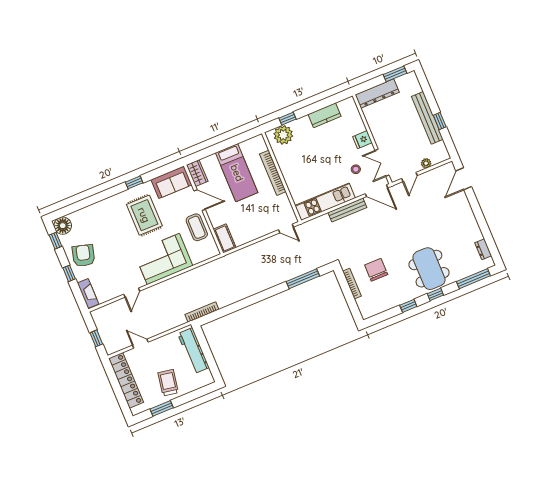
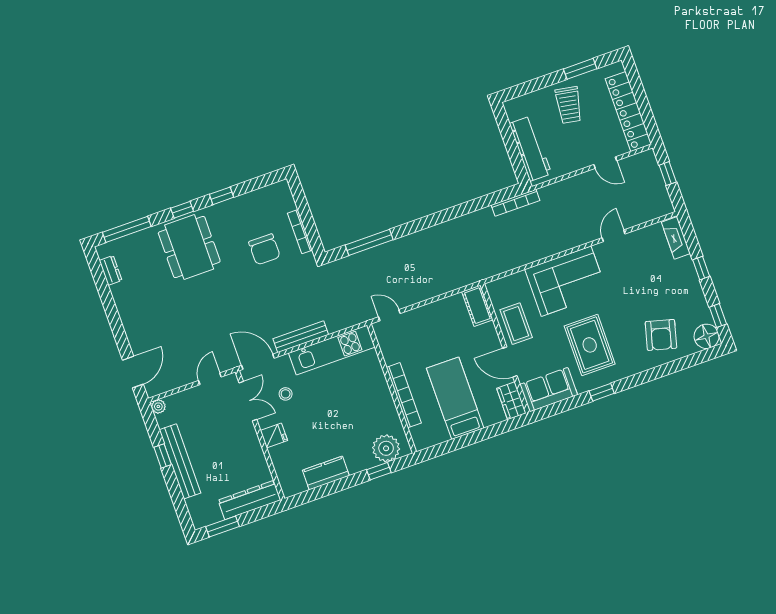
plant: (426, 163) -> (158, 406), moved
armchair: (83, 256) -> (661, 335), moved

